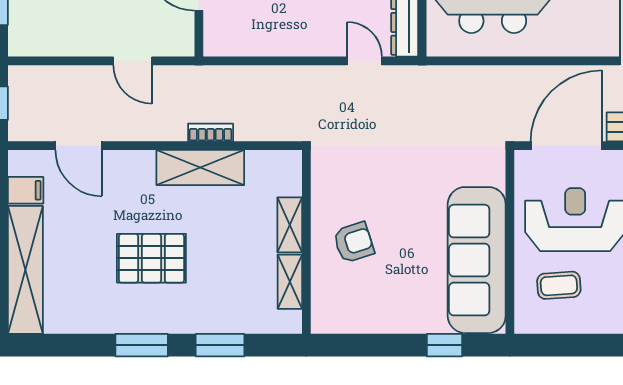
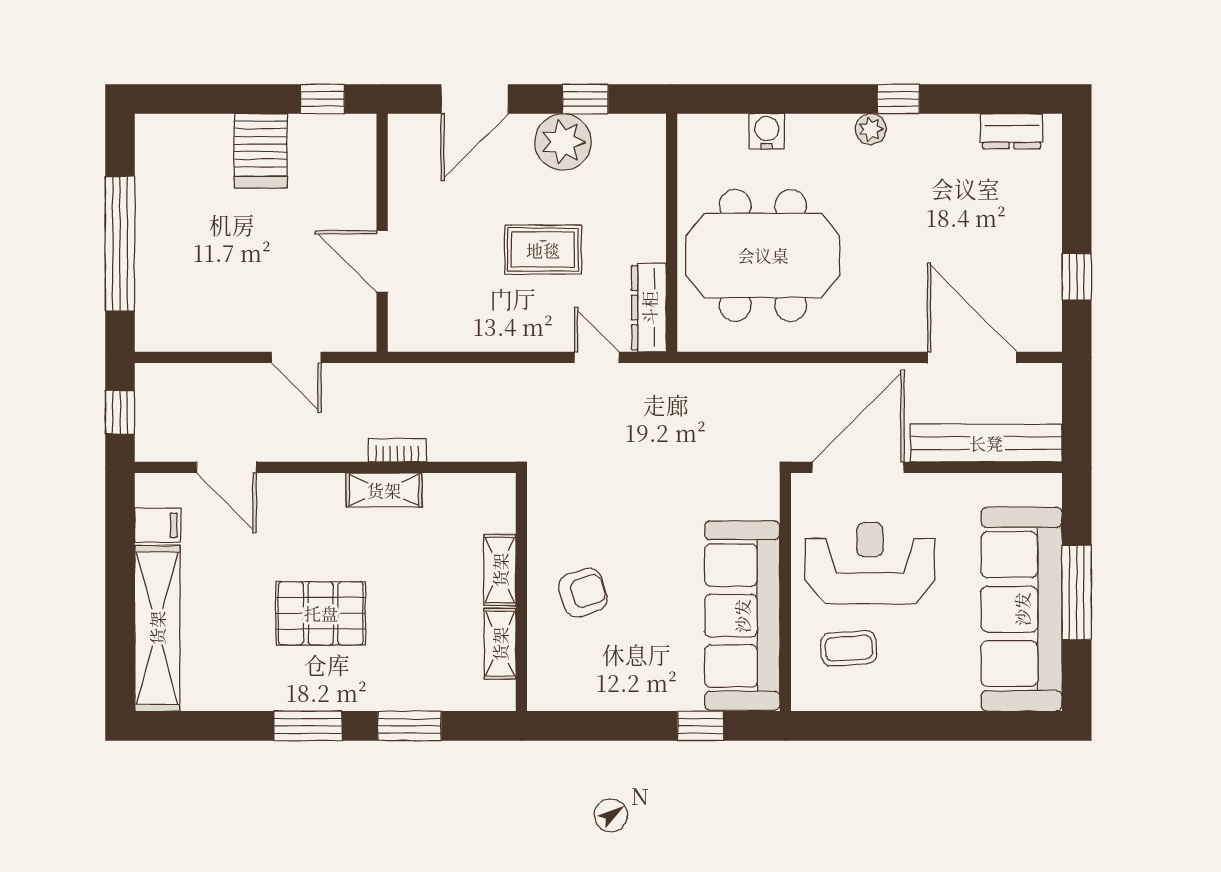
shelving: (200, 168) -> (384, 490), width x0.67, depth x0.75

